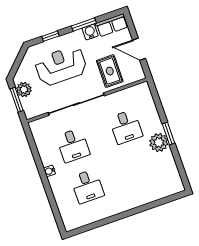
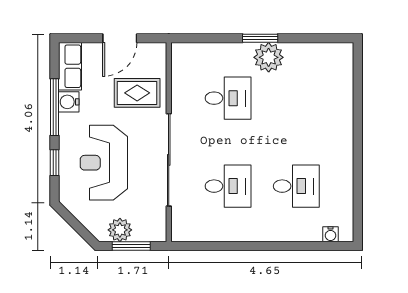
window: (84, 24) -> (54, 107), width x1.44
water cooler: (49, 171) -> (331, 234), moved

